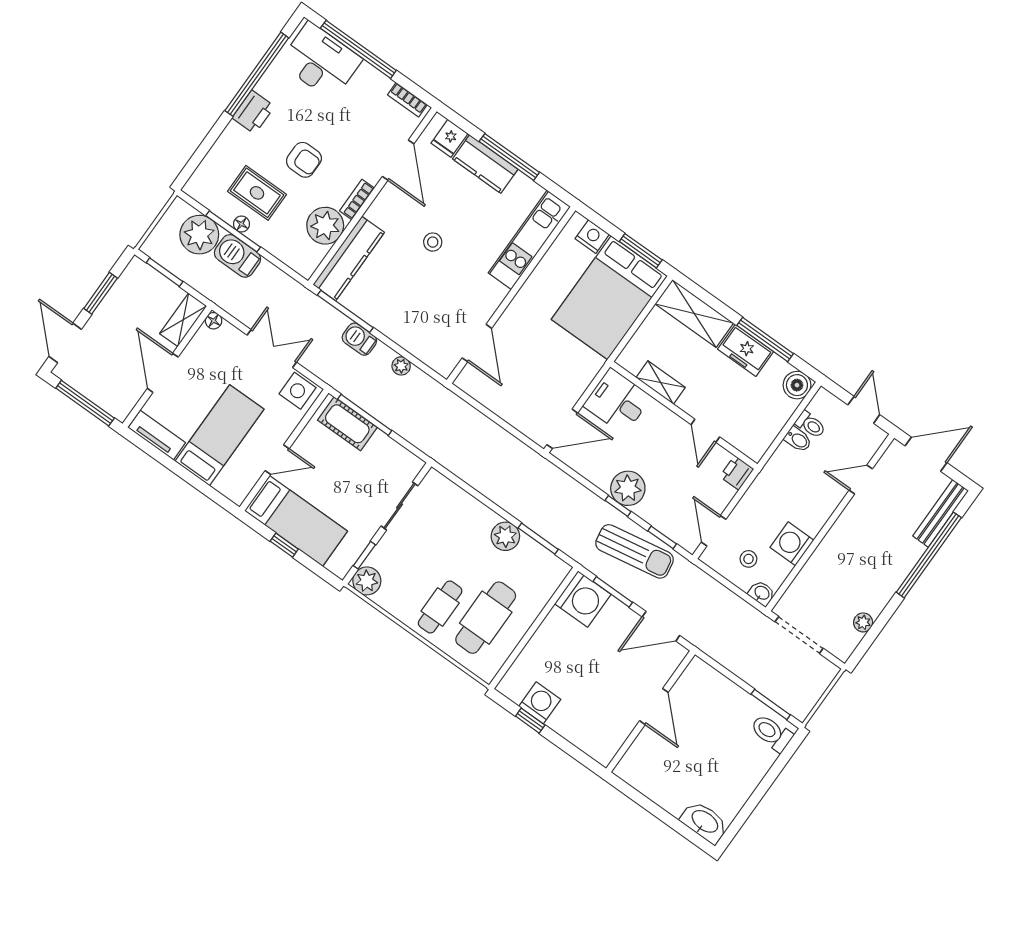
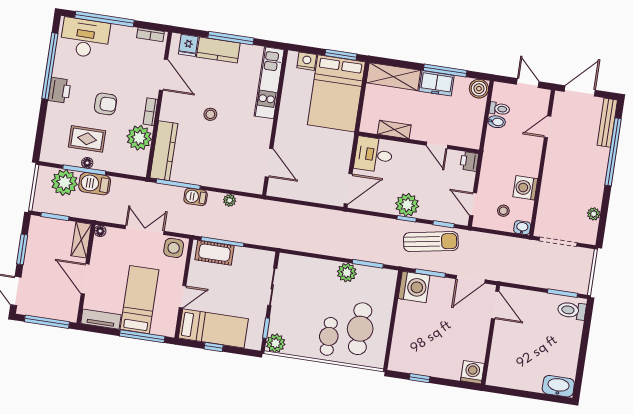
window: (199, 484) -> (142, 336), added
washing machine: (540, 703) -> (472, 372), moved
door: (654, 707) -> (495, 305), moved

